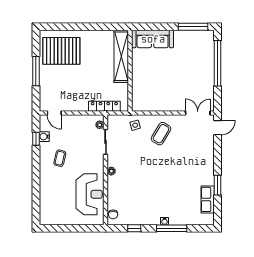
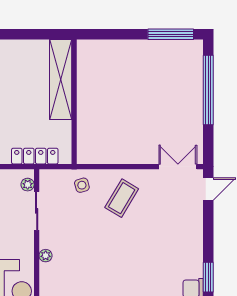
sofa: (153, 39) -> (109, 53), removed

